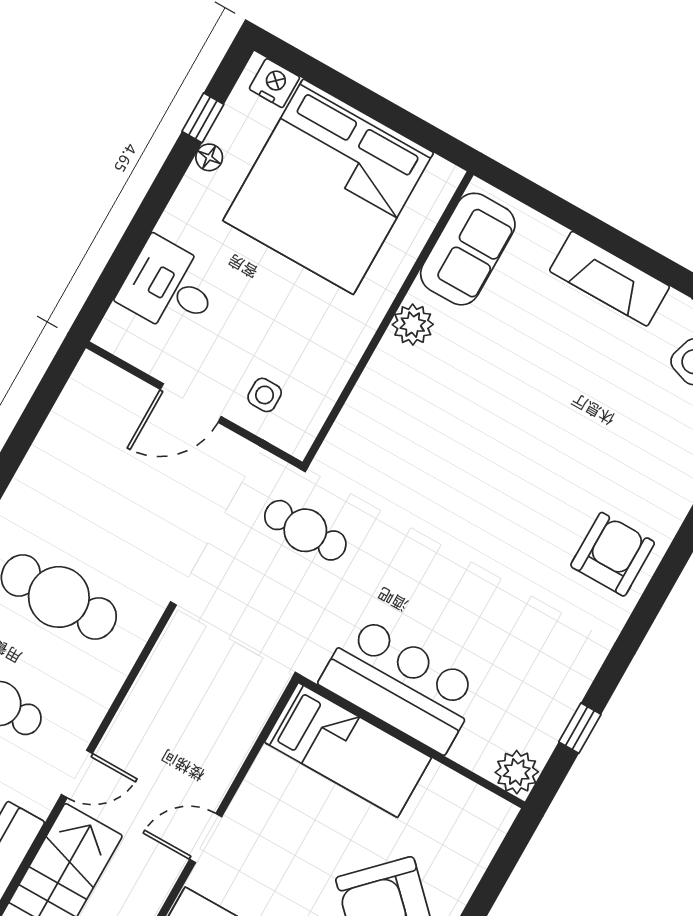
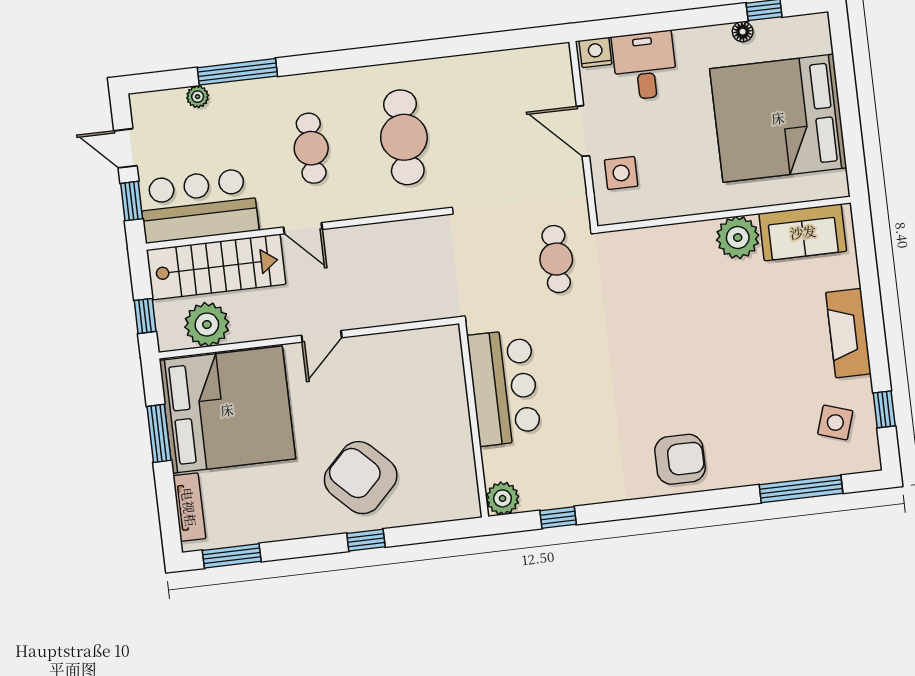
nightstand: (274, 83) -> (595, 53), moved, turned -90
plant: (413, 325) -> (738, 238), width x1.36, depth x1.36
side table: (265, 395) -> (621, 173), width x1.37, depth x1.37
bed: (348, 750) -> (440, 384), removed
door: (206, 838) -> (322, 336), swing flipped

